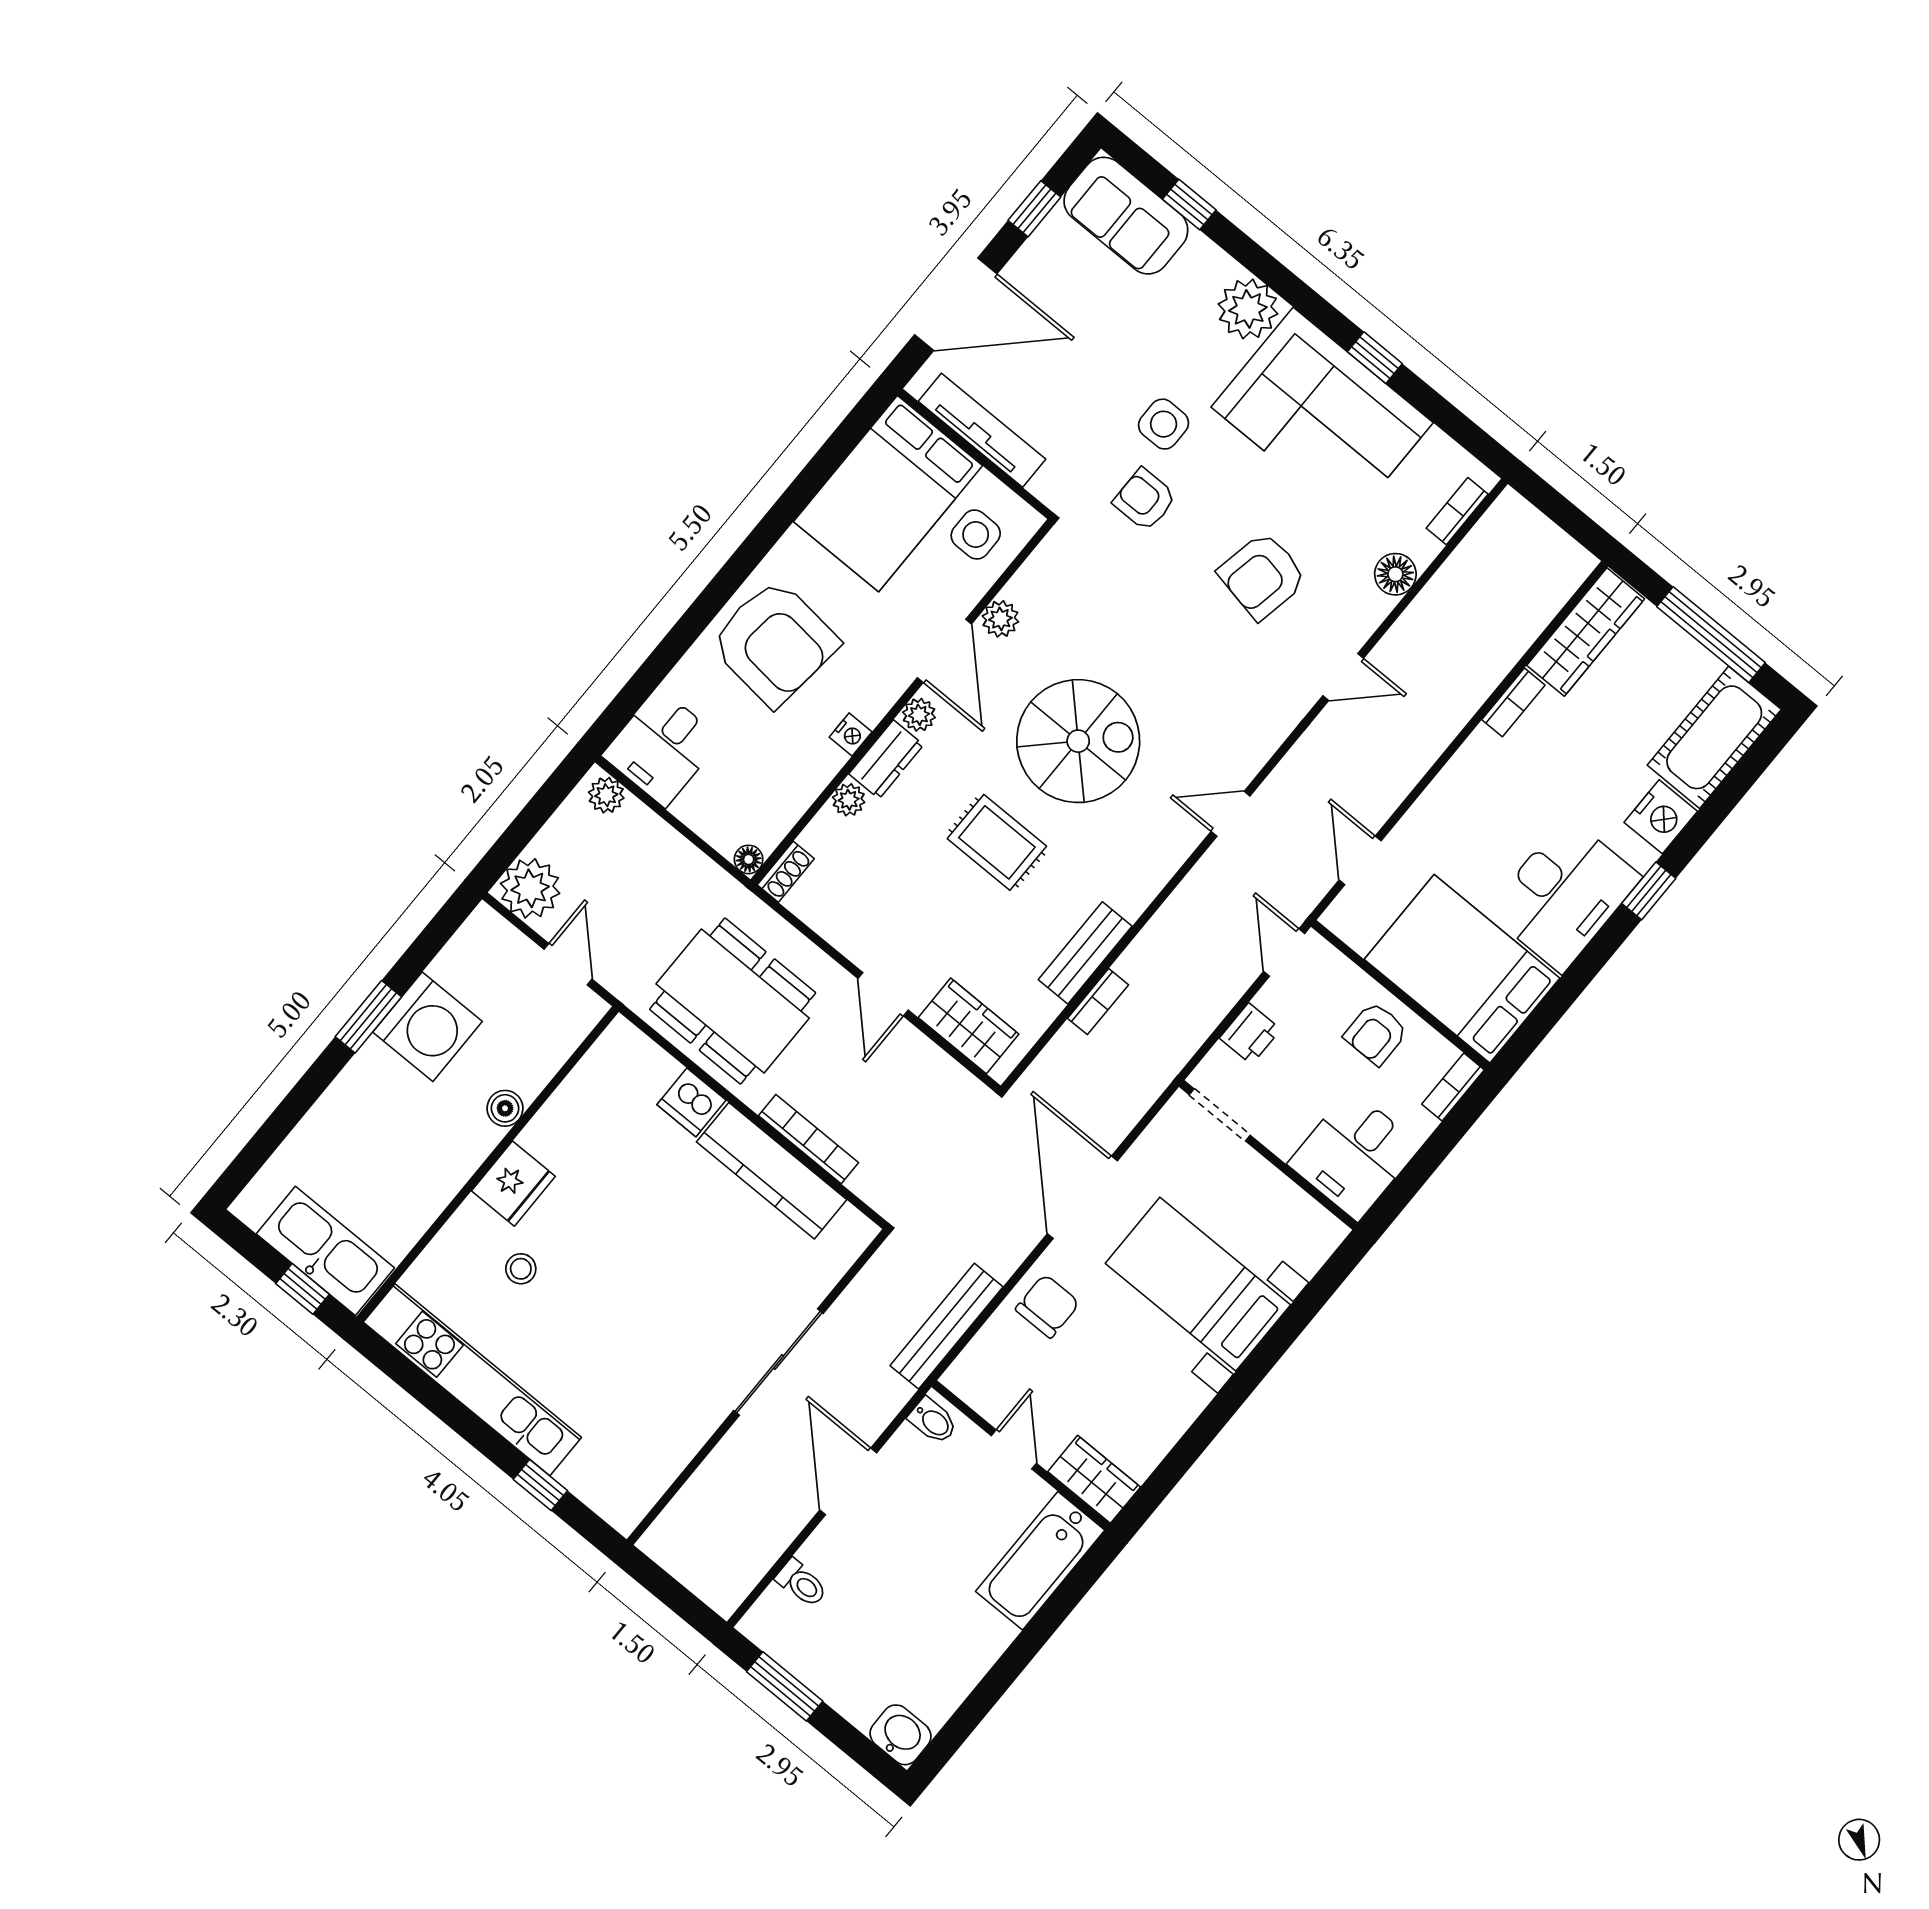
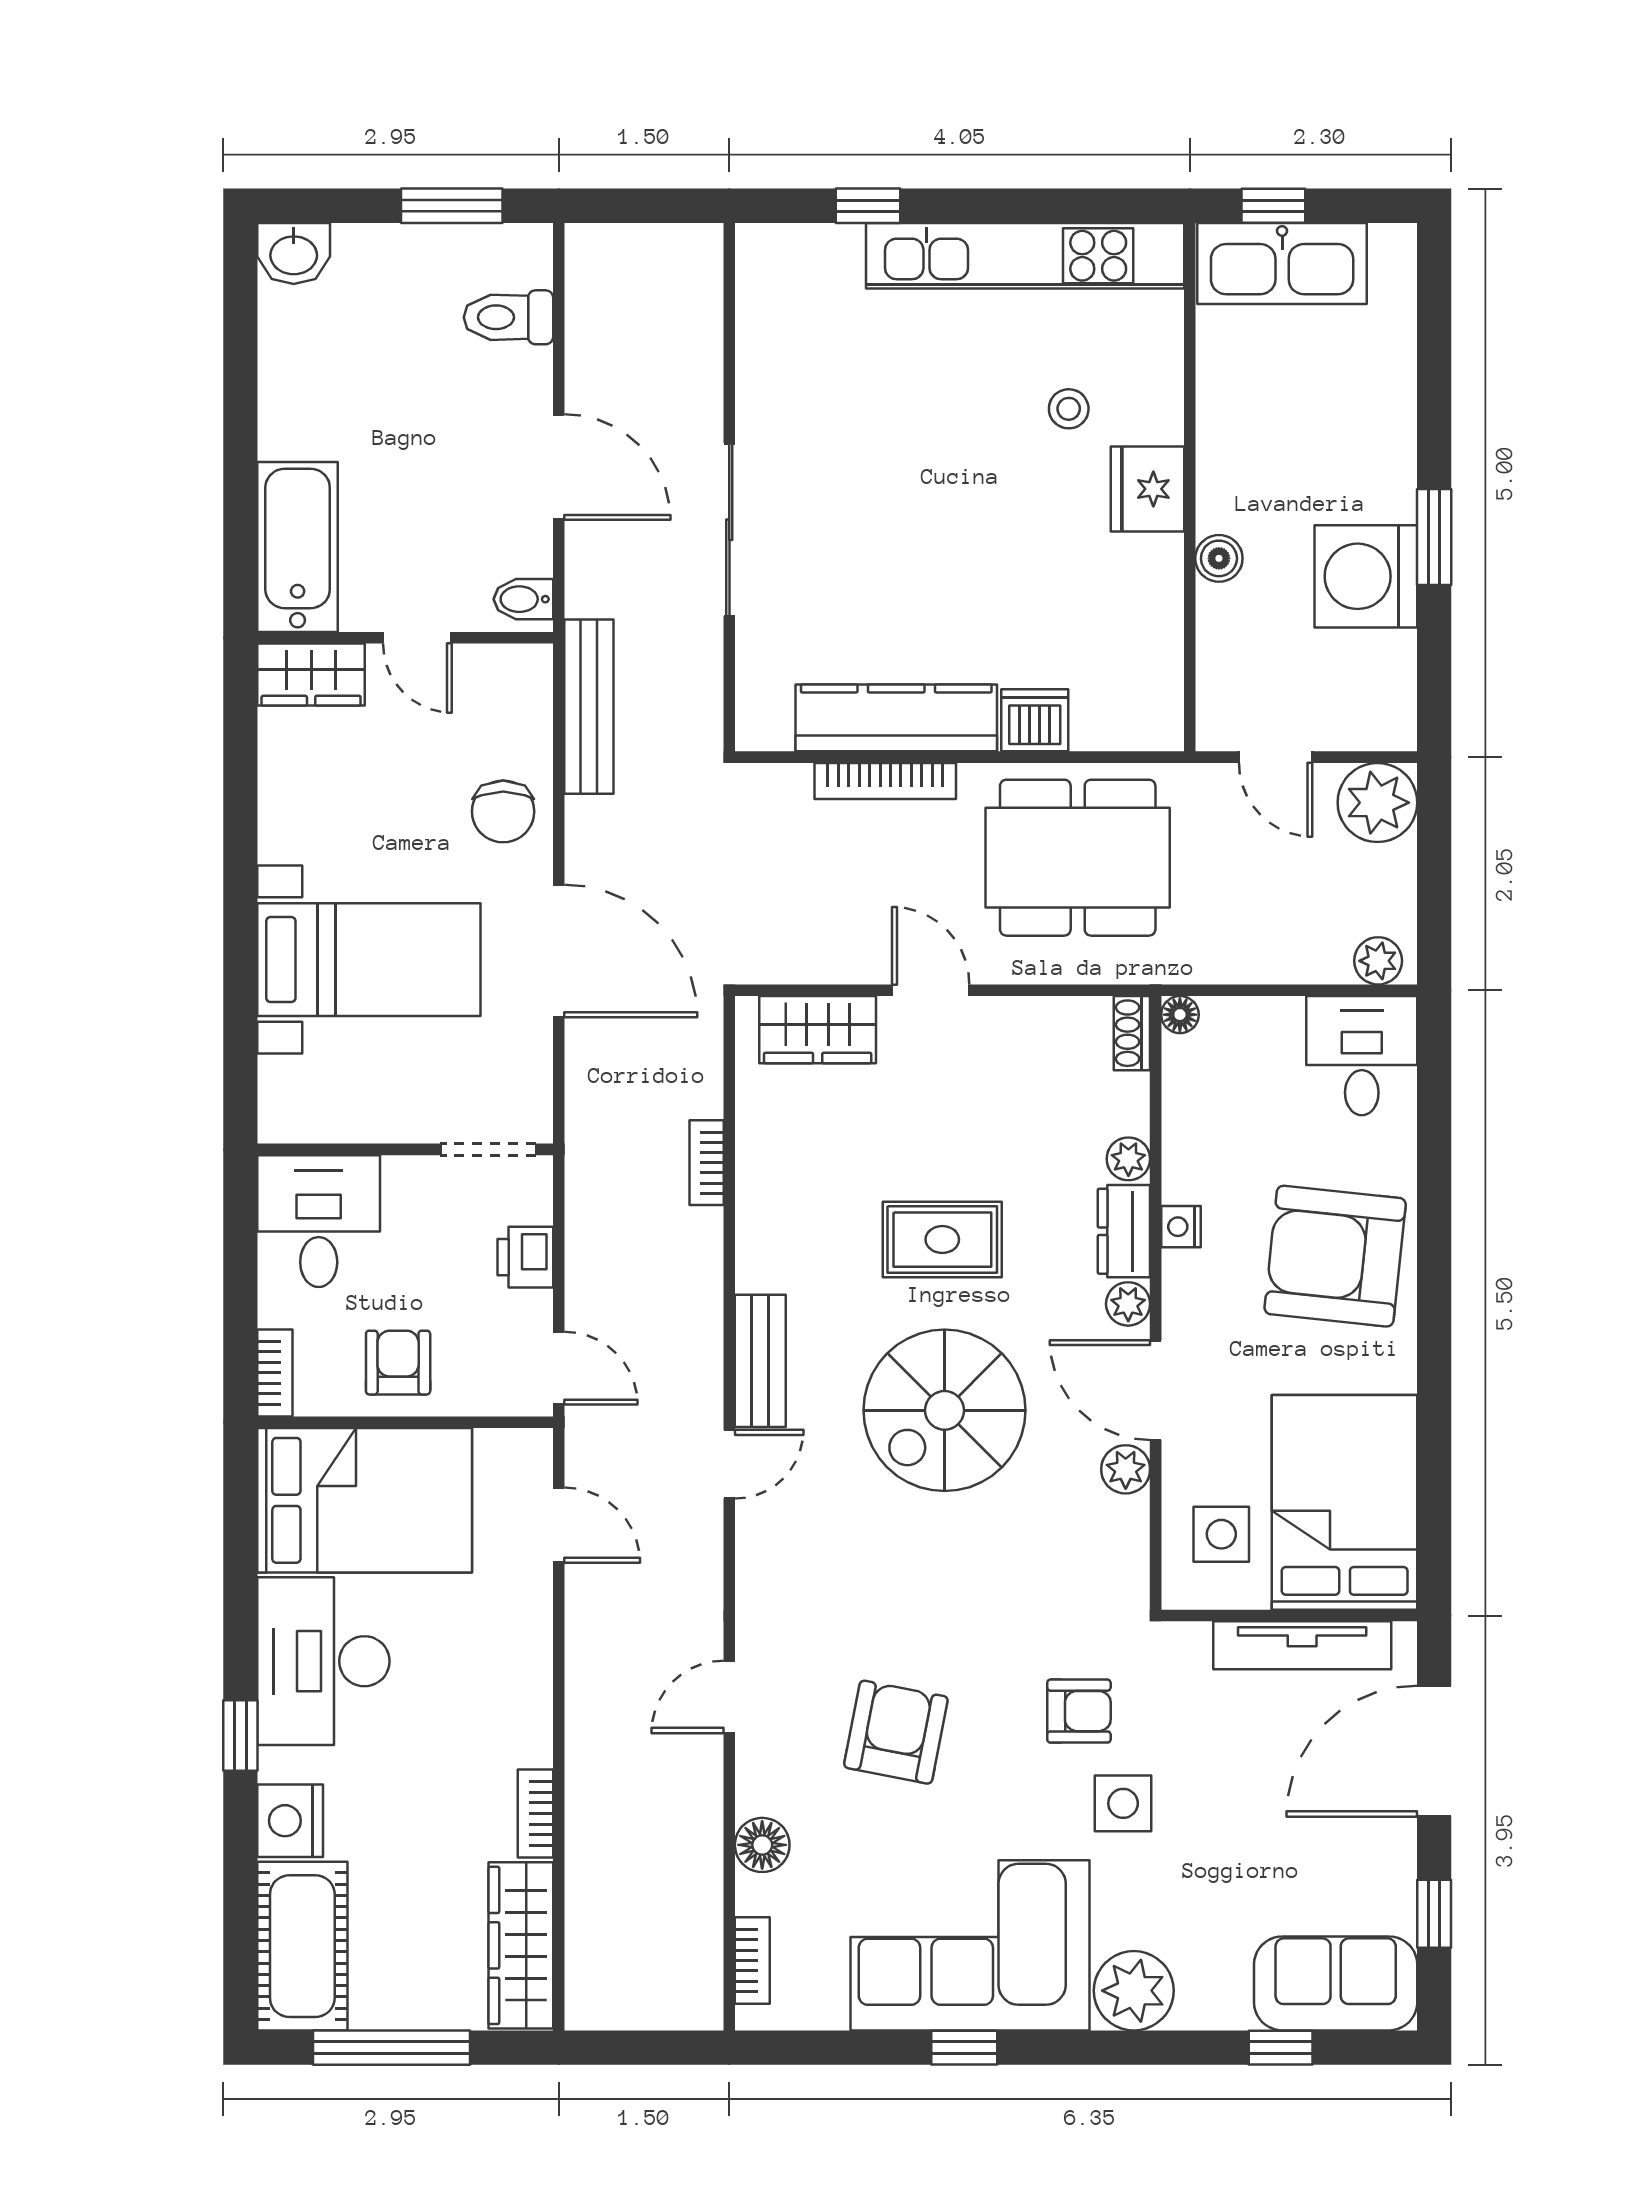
bench: (1085, 953) -> (760, 1361), moved
toilet: (802, 1583) -> (508, 317), width x1.37, depth x1.39

